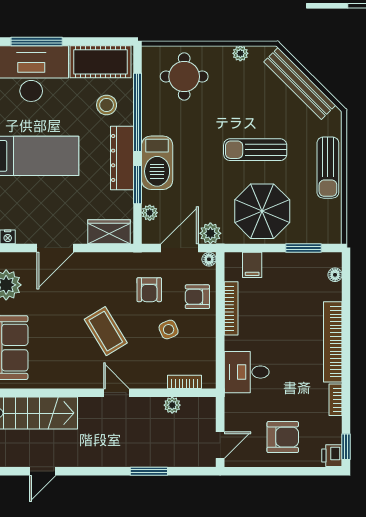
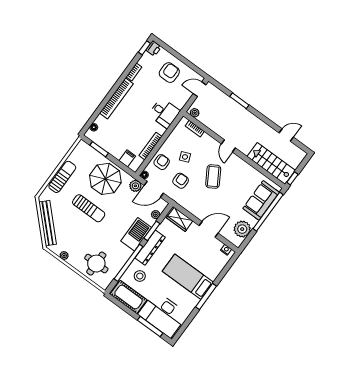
armchair: (197, 297) -> (162, 162), turned -90
plant: (172, 405) -> (195, 113), moved
armchair: (283, 437) -> (169, 73), turned 90

